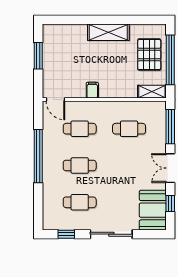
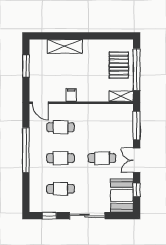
shelving: (108, 32) -> (65, 46), moved
cafe table: (129, 129) -> (102, 158), moved

